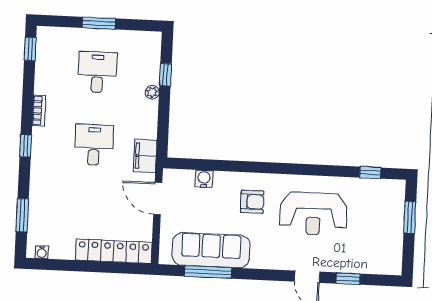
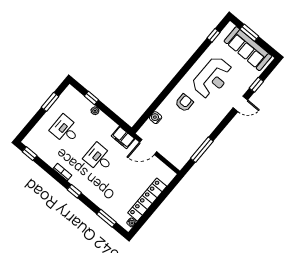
window: (99, 23) -> (50, 102), moved
sofa: (211, 250) -> (248, 49), moved, turned -90
locker: (114, 251) -> (147, 200), moved

